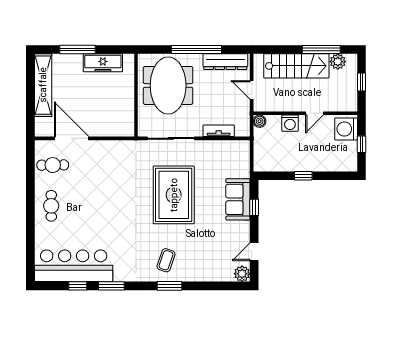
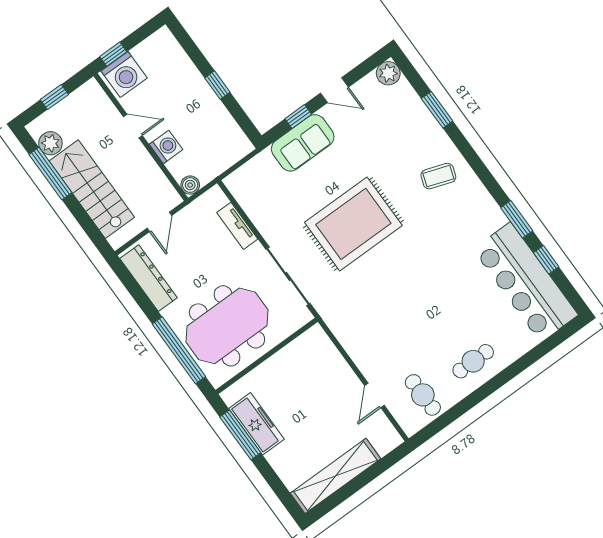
window: (77, 49) -> (240, 435), moved
window: (196, 49) -> (179, 350), moved
door: (72, 138) -> (374, 395), width x0.53
window: (361, 144) -> (113, 54), moved
door: (254, 252) -> (334, 90), moved
window: (169, 286) -> (437, 110), moved

